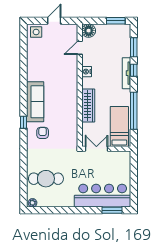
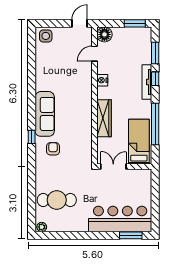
door: (54, 21) -> (80, 23), moved

